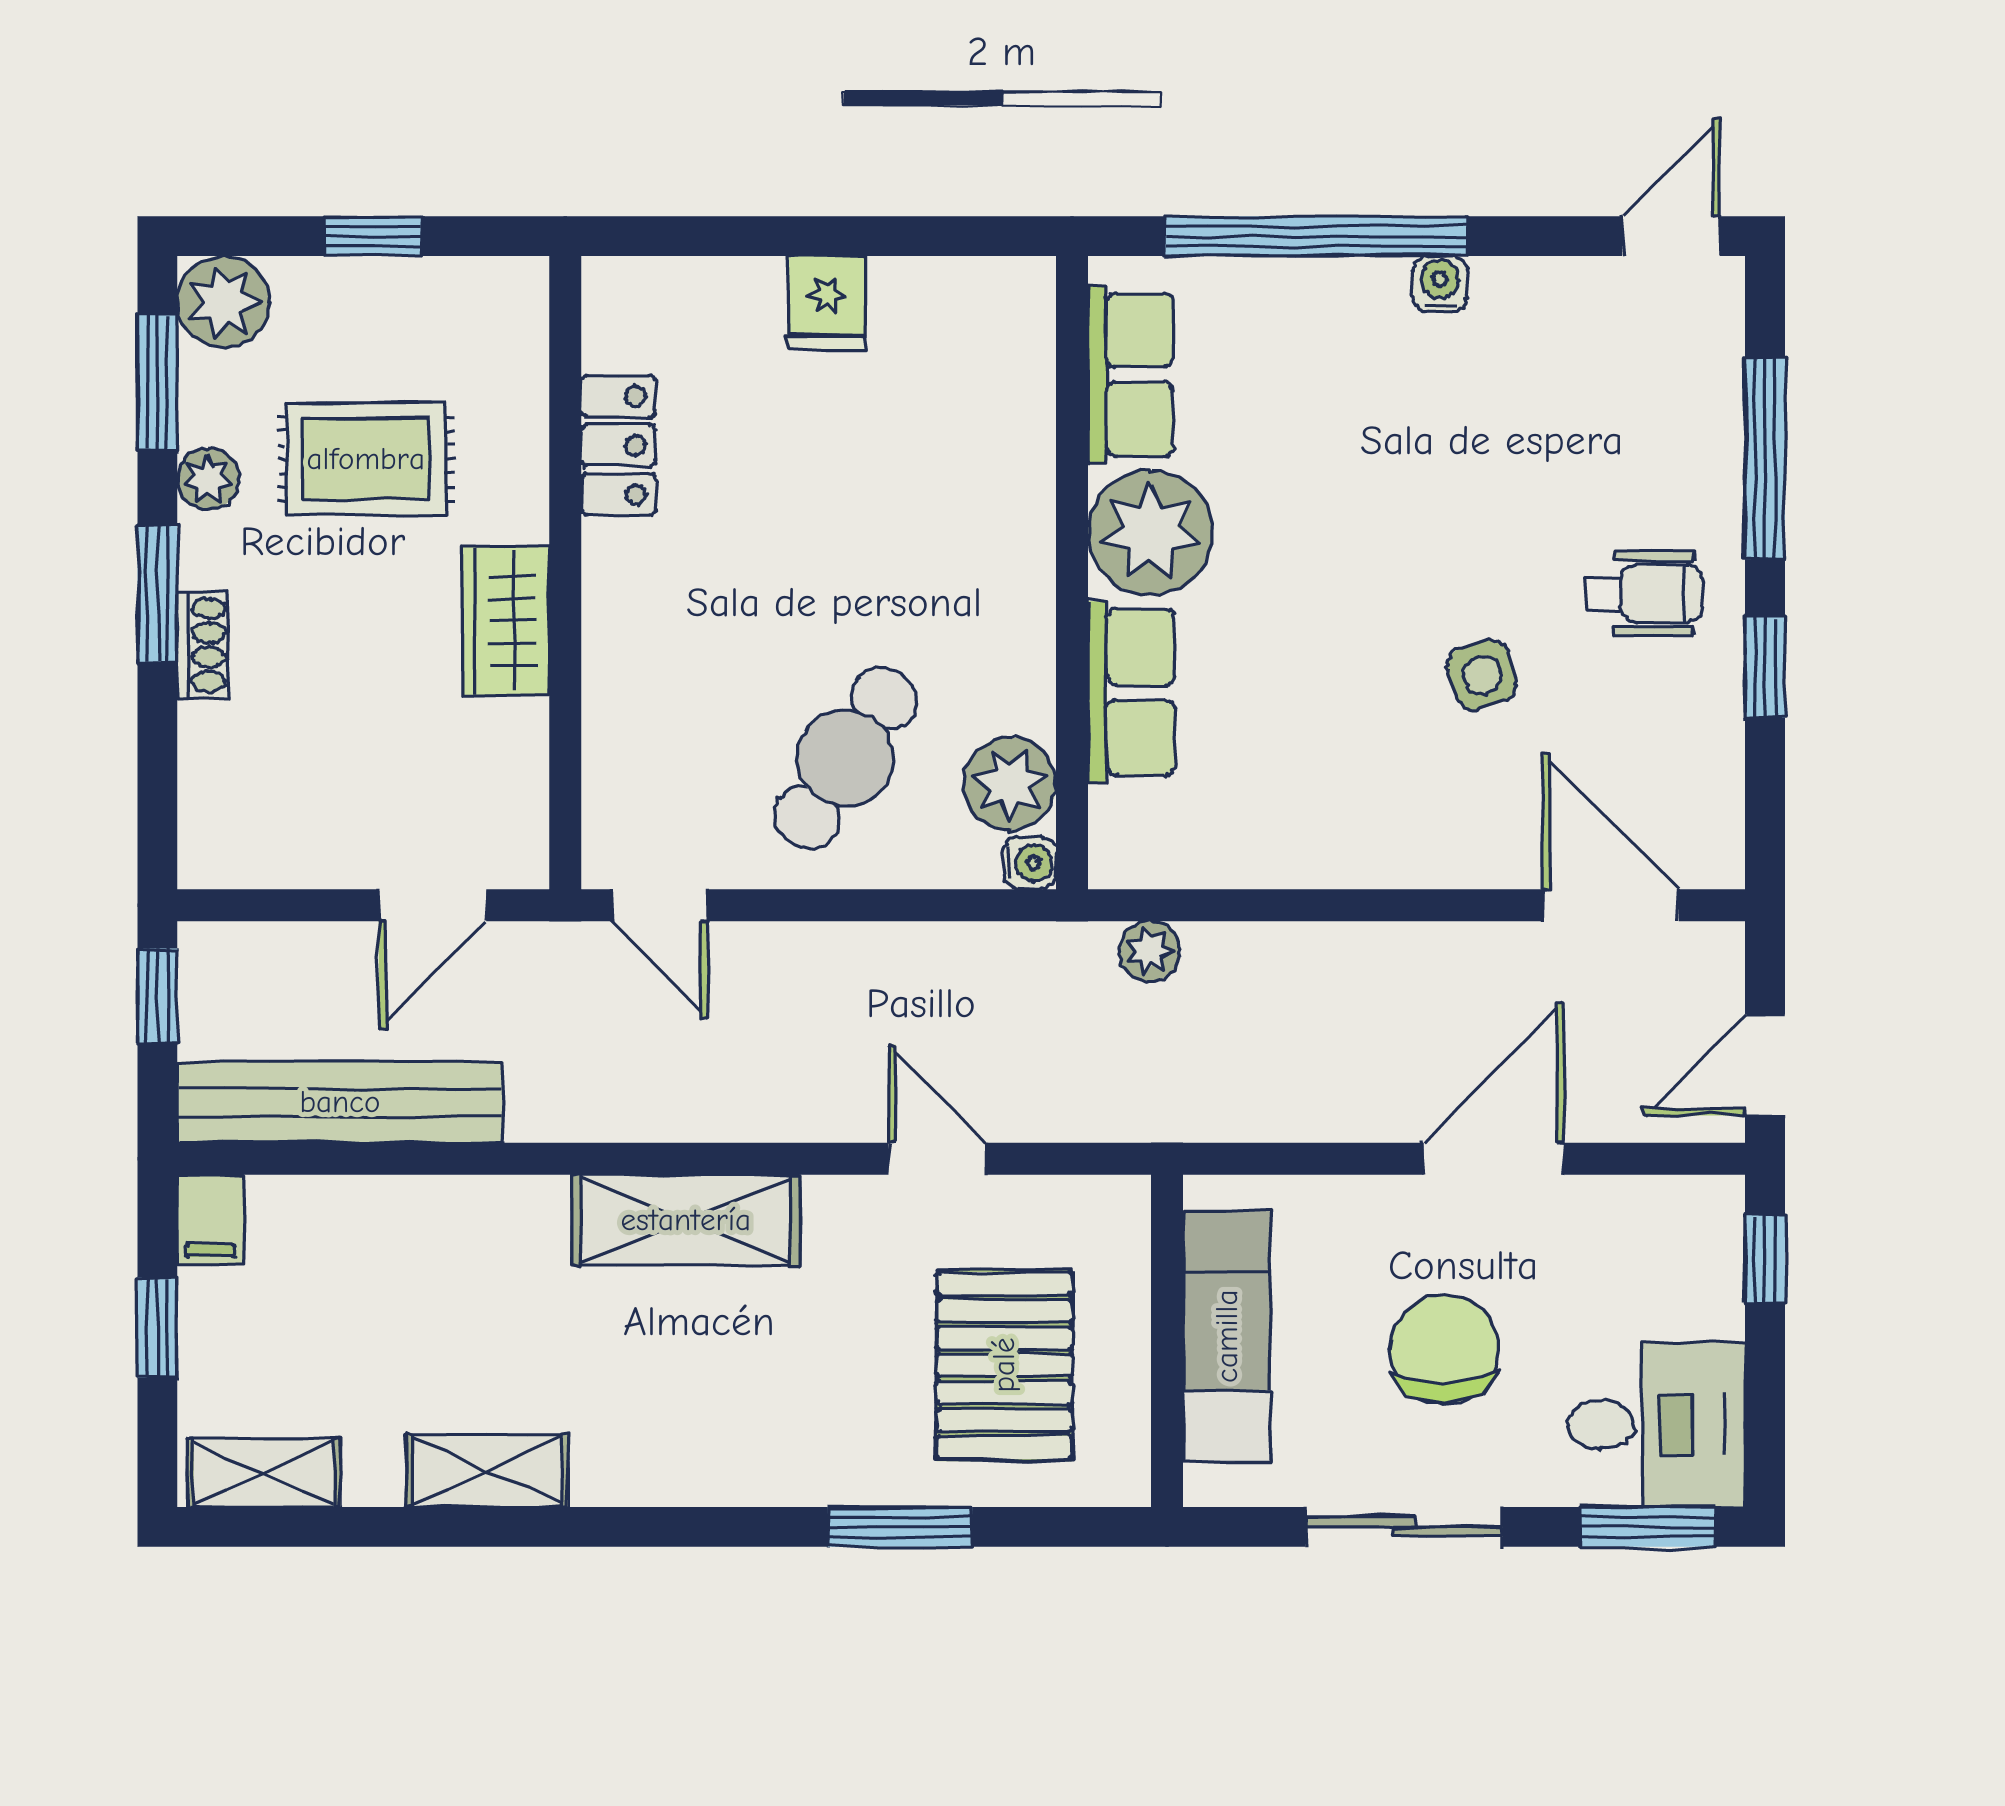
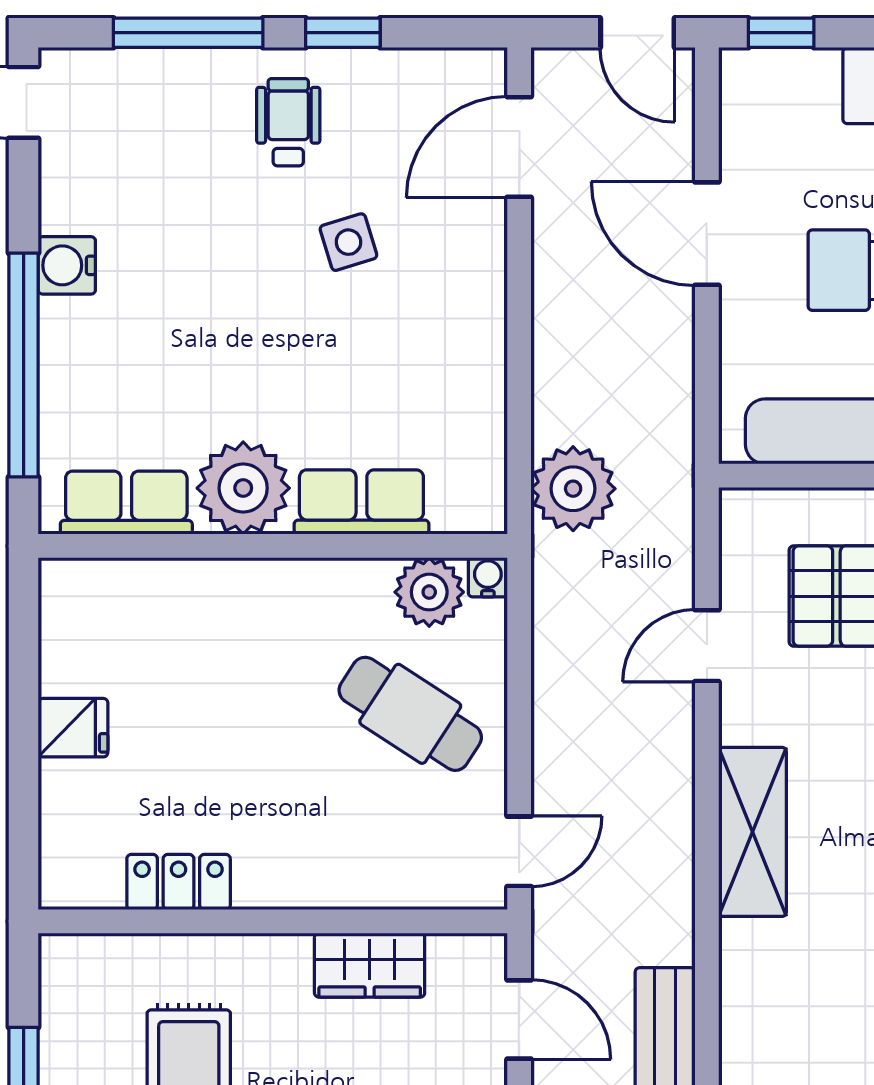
water cooler: (1440, 284) -> (67, 265), width x1.38, depth x1.38
wardrobe: (506, 620) -> (370, 965), moved
plant: (1149, 951) -> (573, 489), width x1.88, depth x1.88

